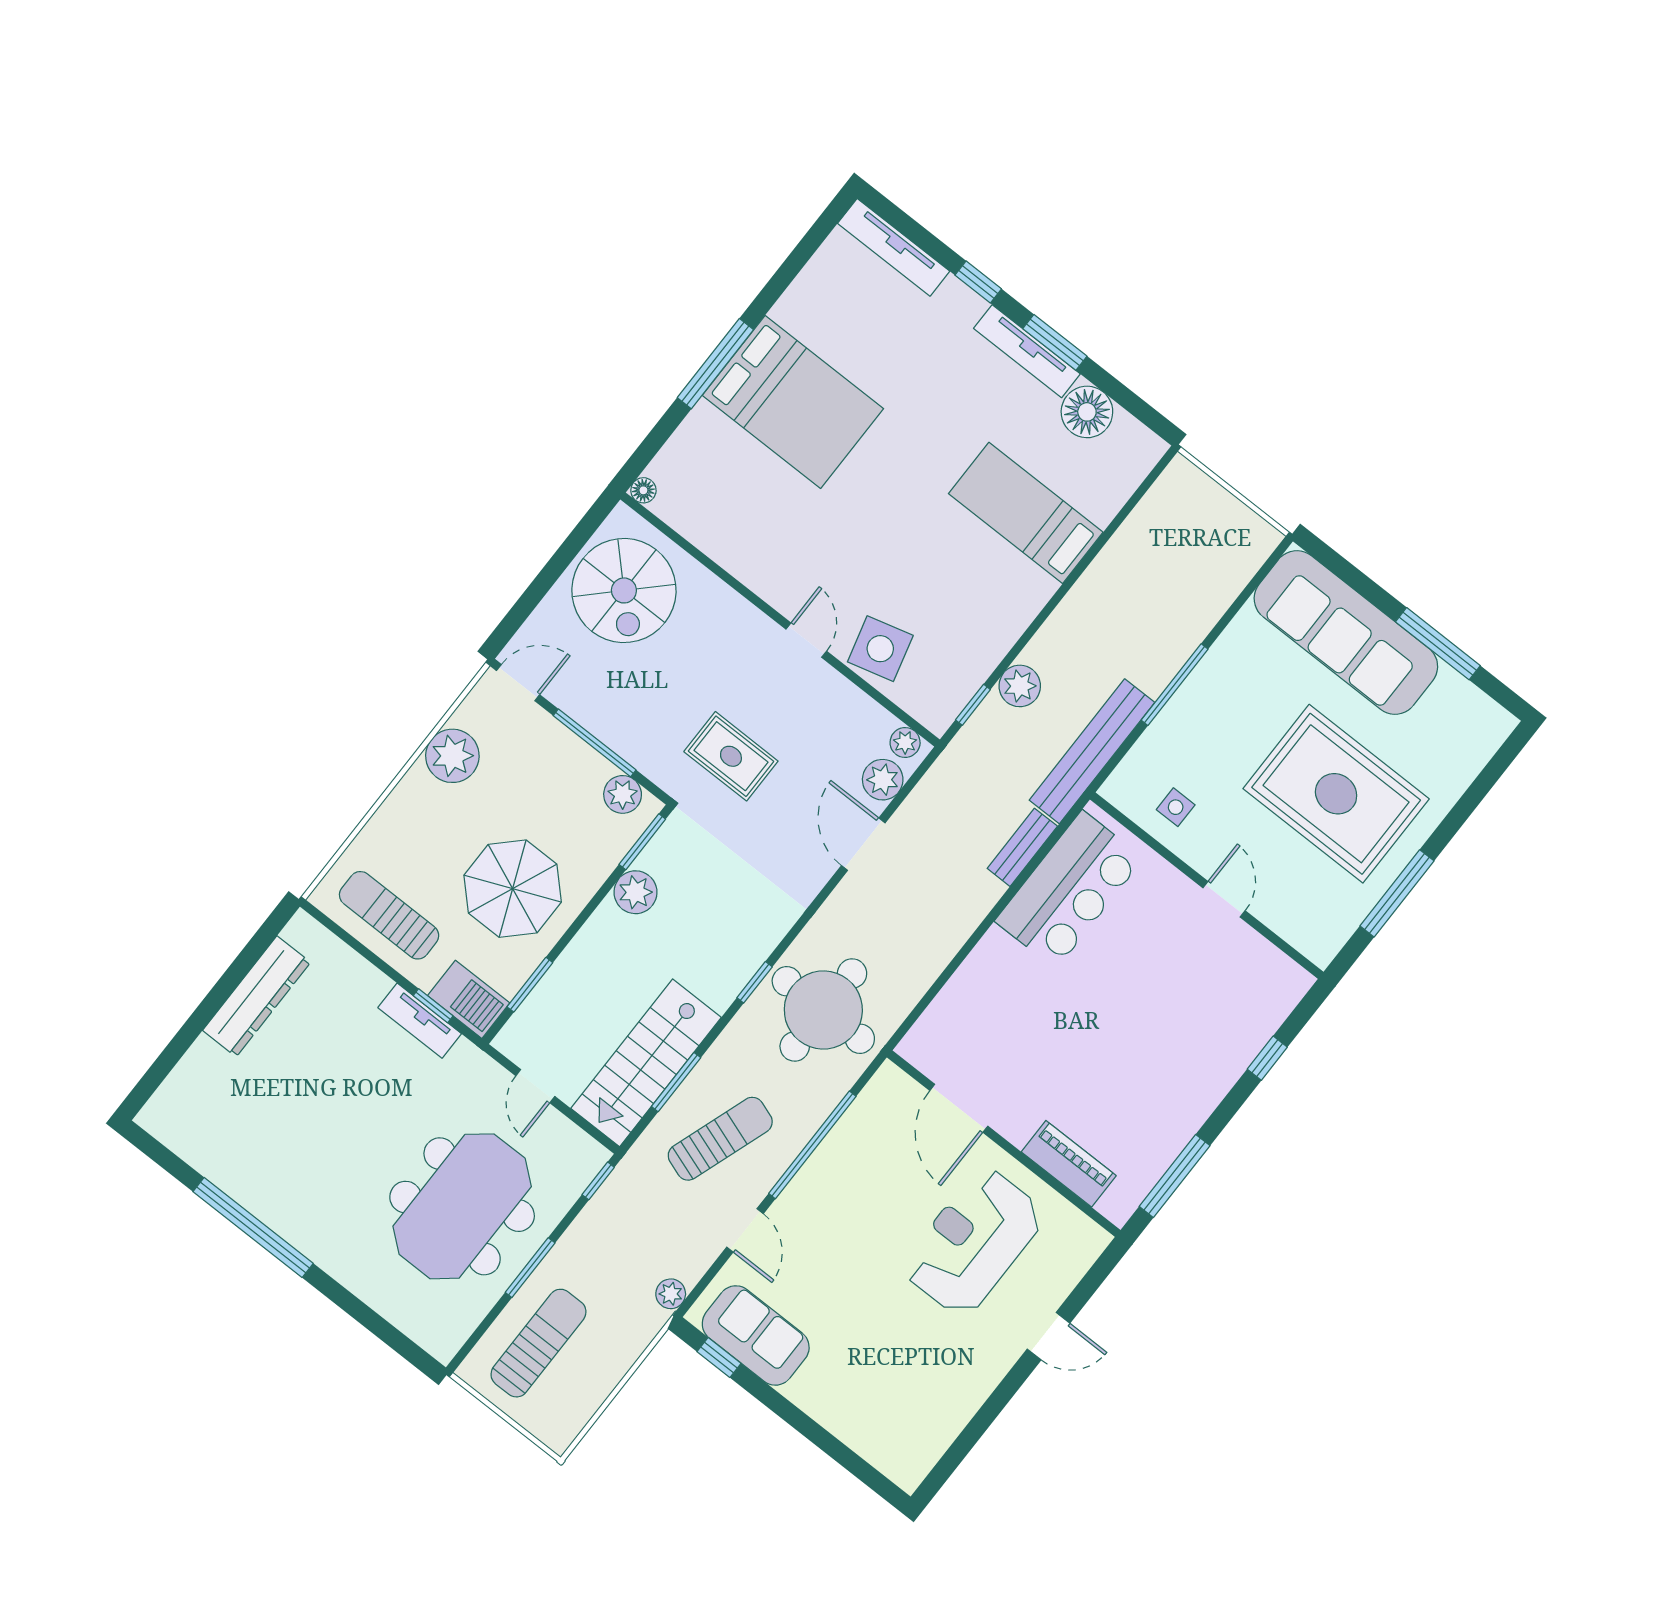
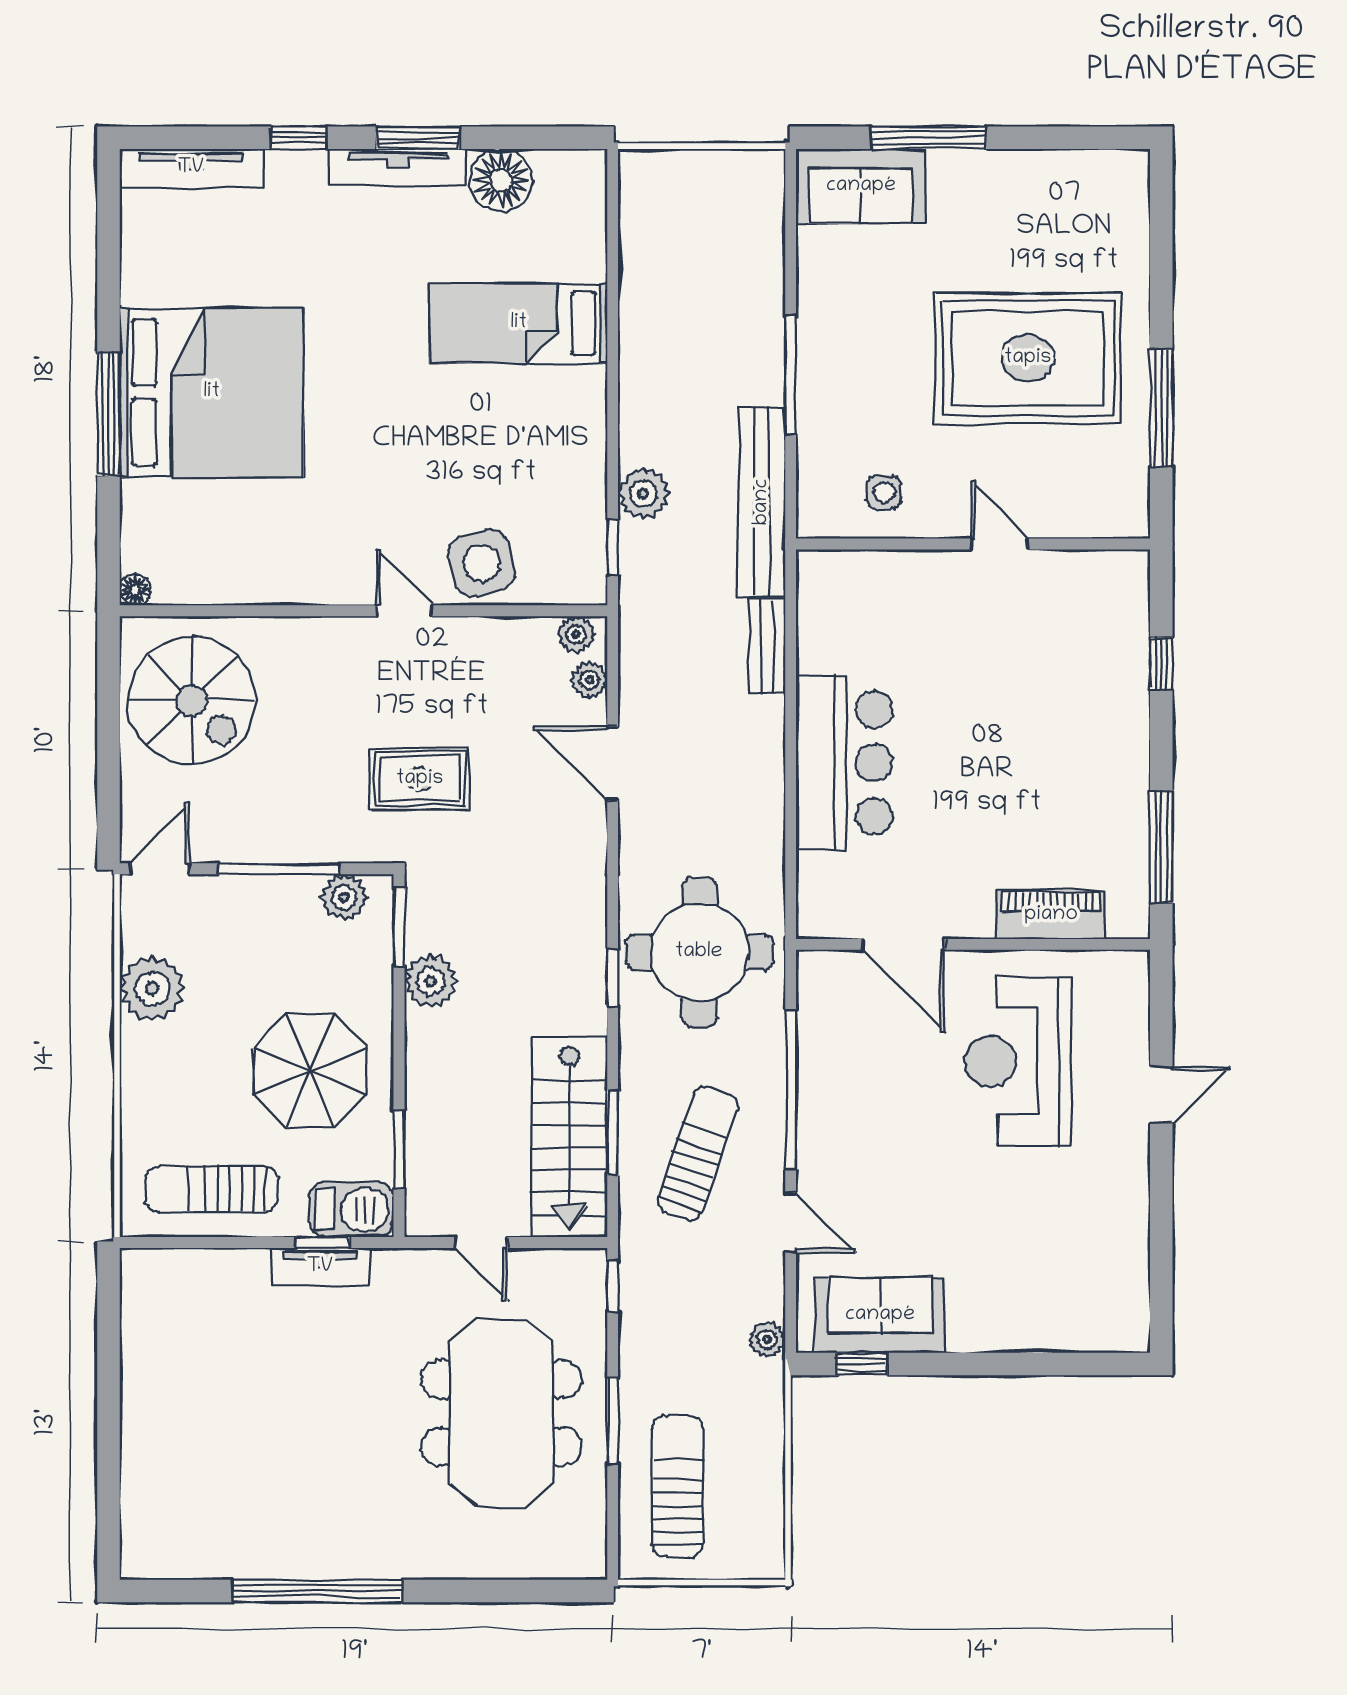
bed: (793, 402) -> (212, 392), width x1.36
sofa: (1346, 632) -> (861, 186), width x0.54, depth x0.79
window: (1438, 644) -> (929, 138), moved
plant: (883, 780) -> (589, 680), width x0.73, depth x0.73
bar counter: (1069, 890) -> (844, 763), moved
dresser: (257, 996) -> (146, 1367), removed

